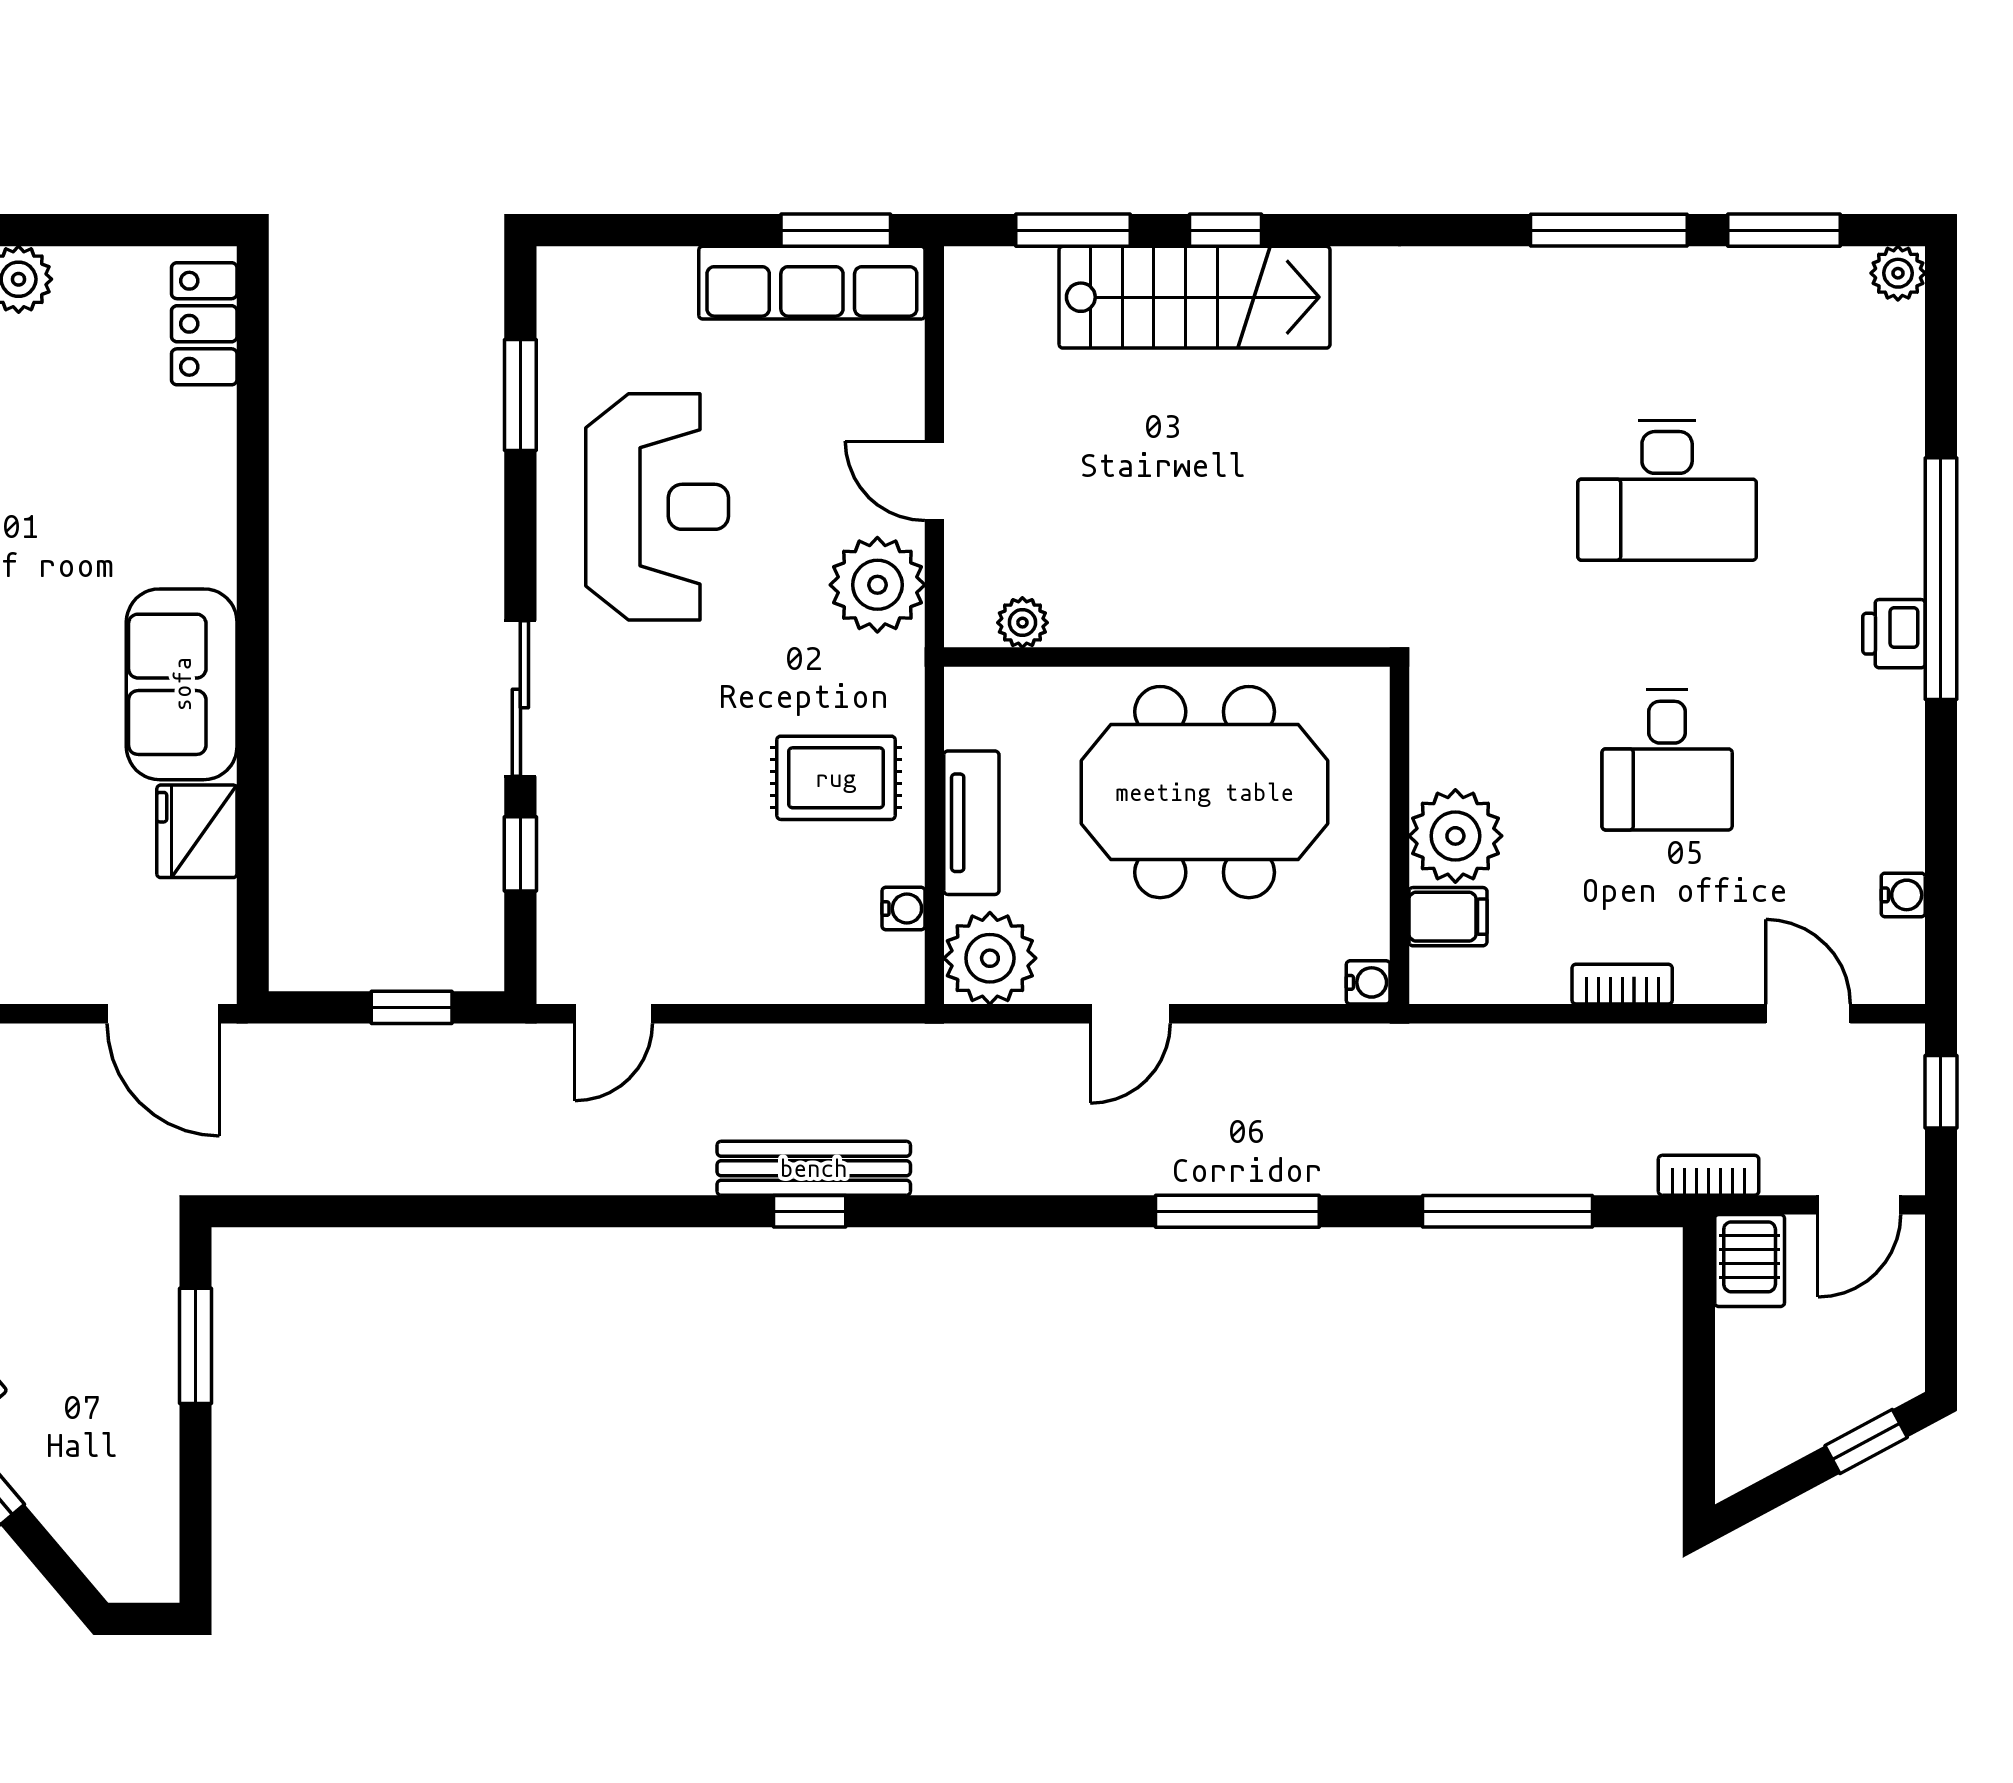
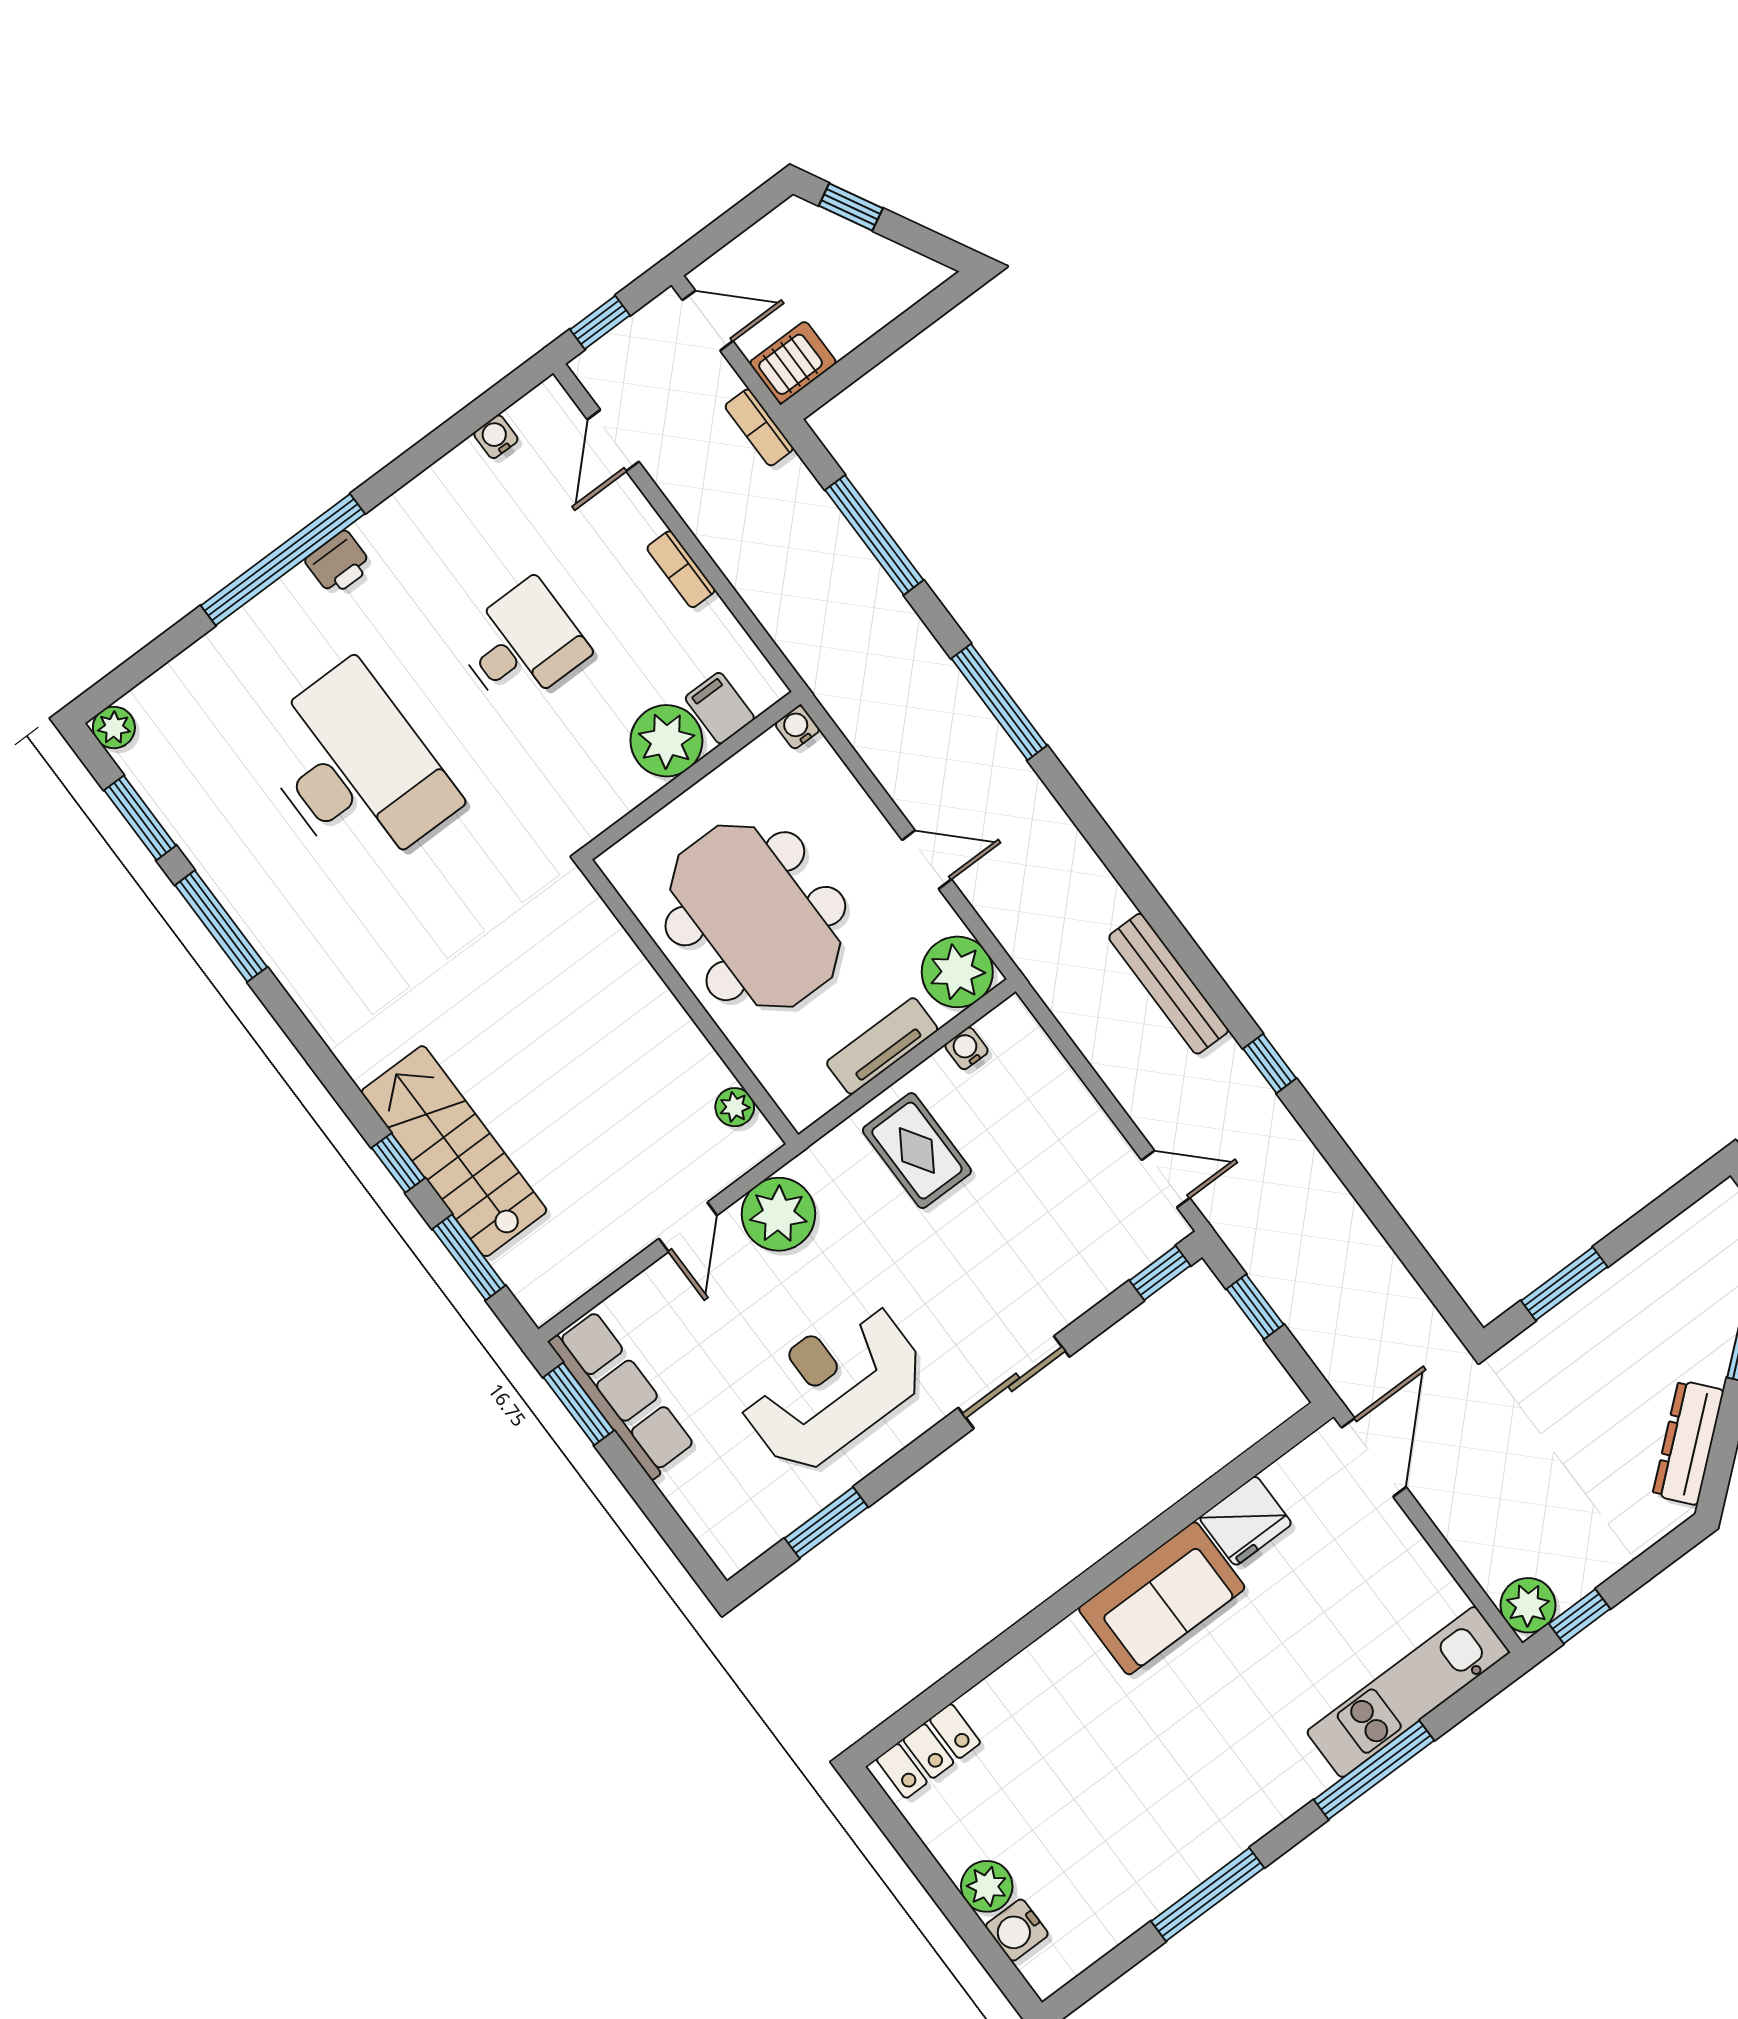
desk: (1667, 490) -> (355, 770), width x1.36, depth x1.30
window: (520, 854) -> (1160, 1273), moved
window: (810, 1211) -> (1270, 1064), moved

